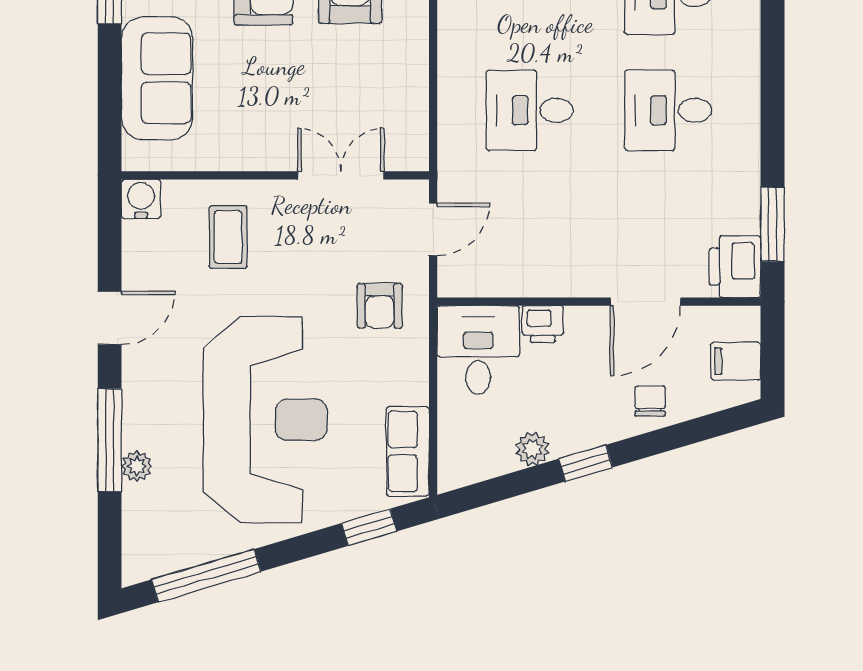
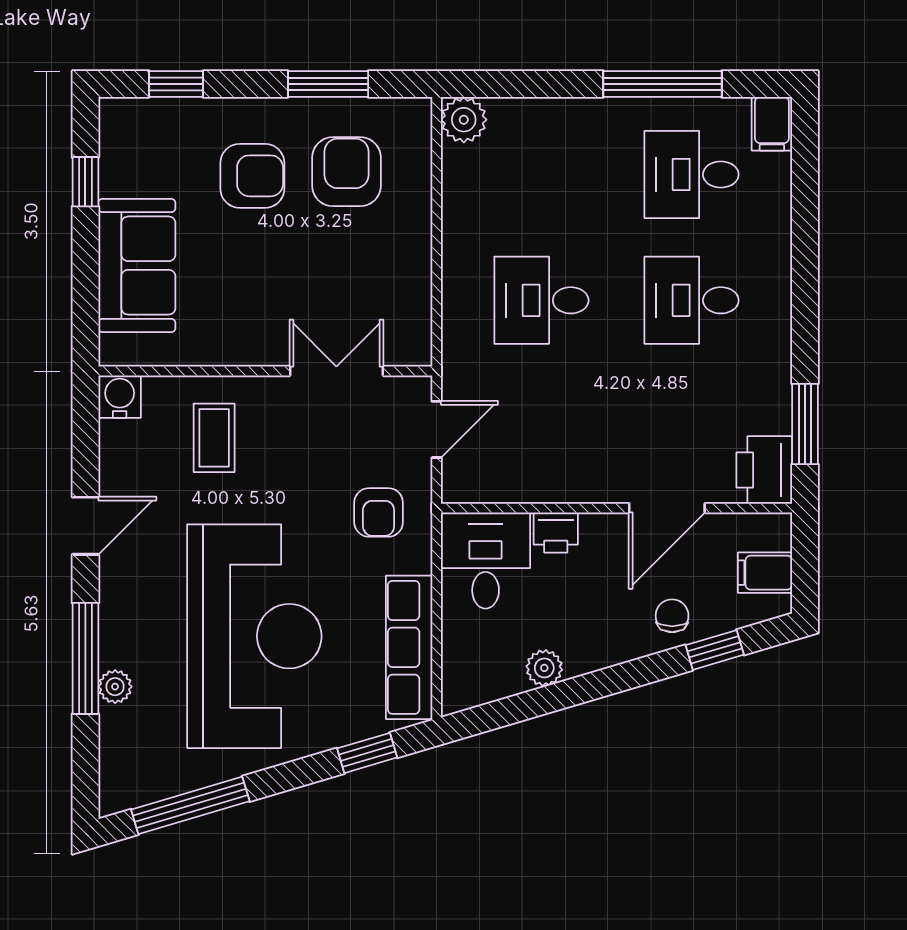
row of seats: (408, 451) -> (409, 647), width x1.48
window: (586, 463) -> (715, 650), moved

